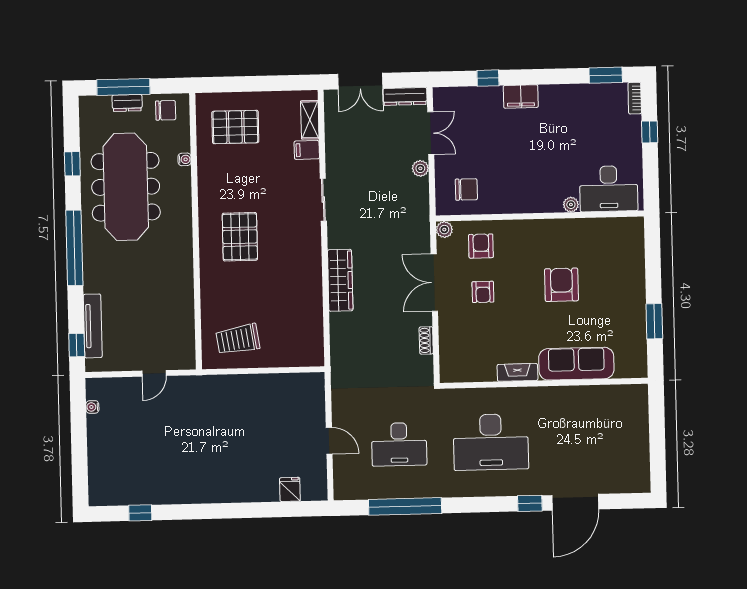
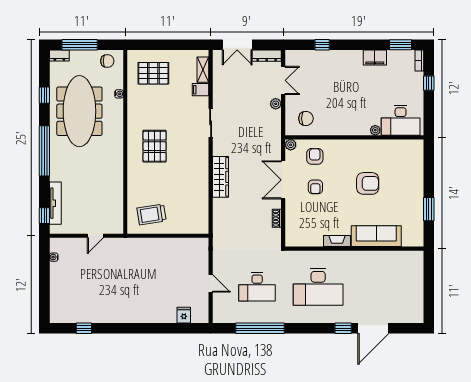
filing cabinet: (521, 96) -> (375, 58), moved
dresser: (127, 103) -> (59, 55), moved
armchair: (562, 285) -> (368, 183), turned 90

